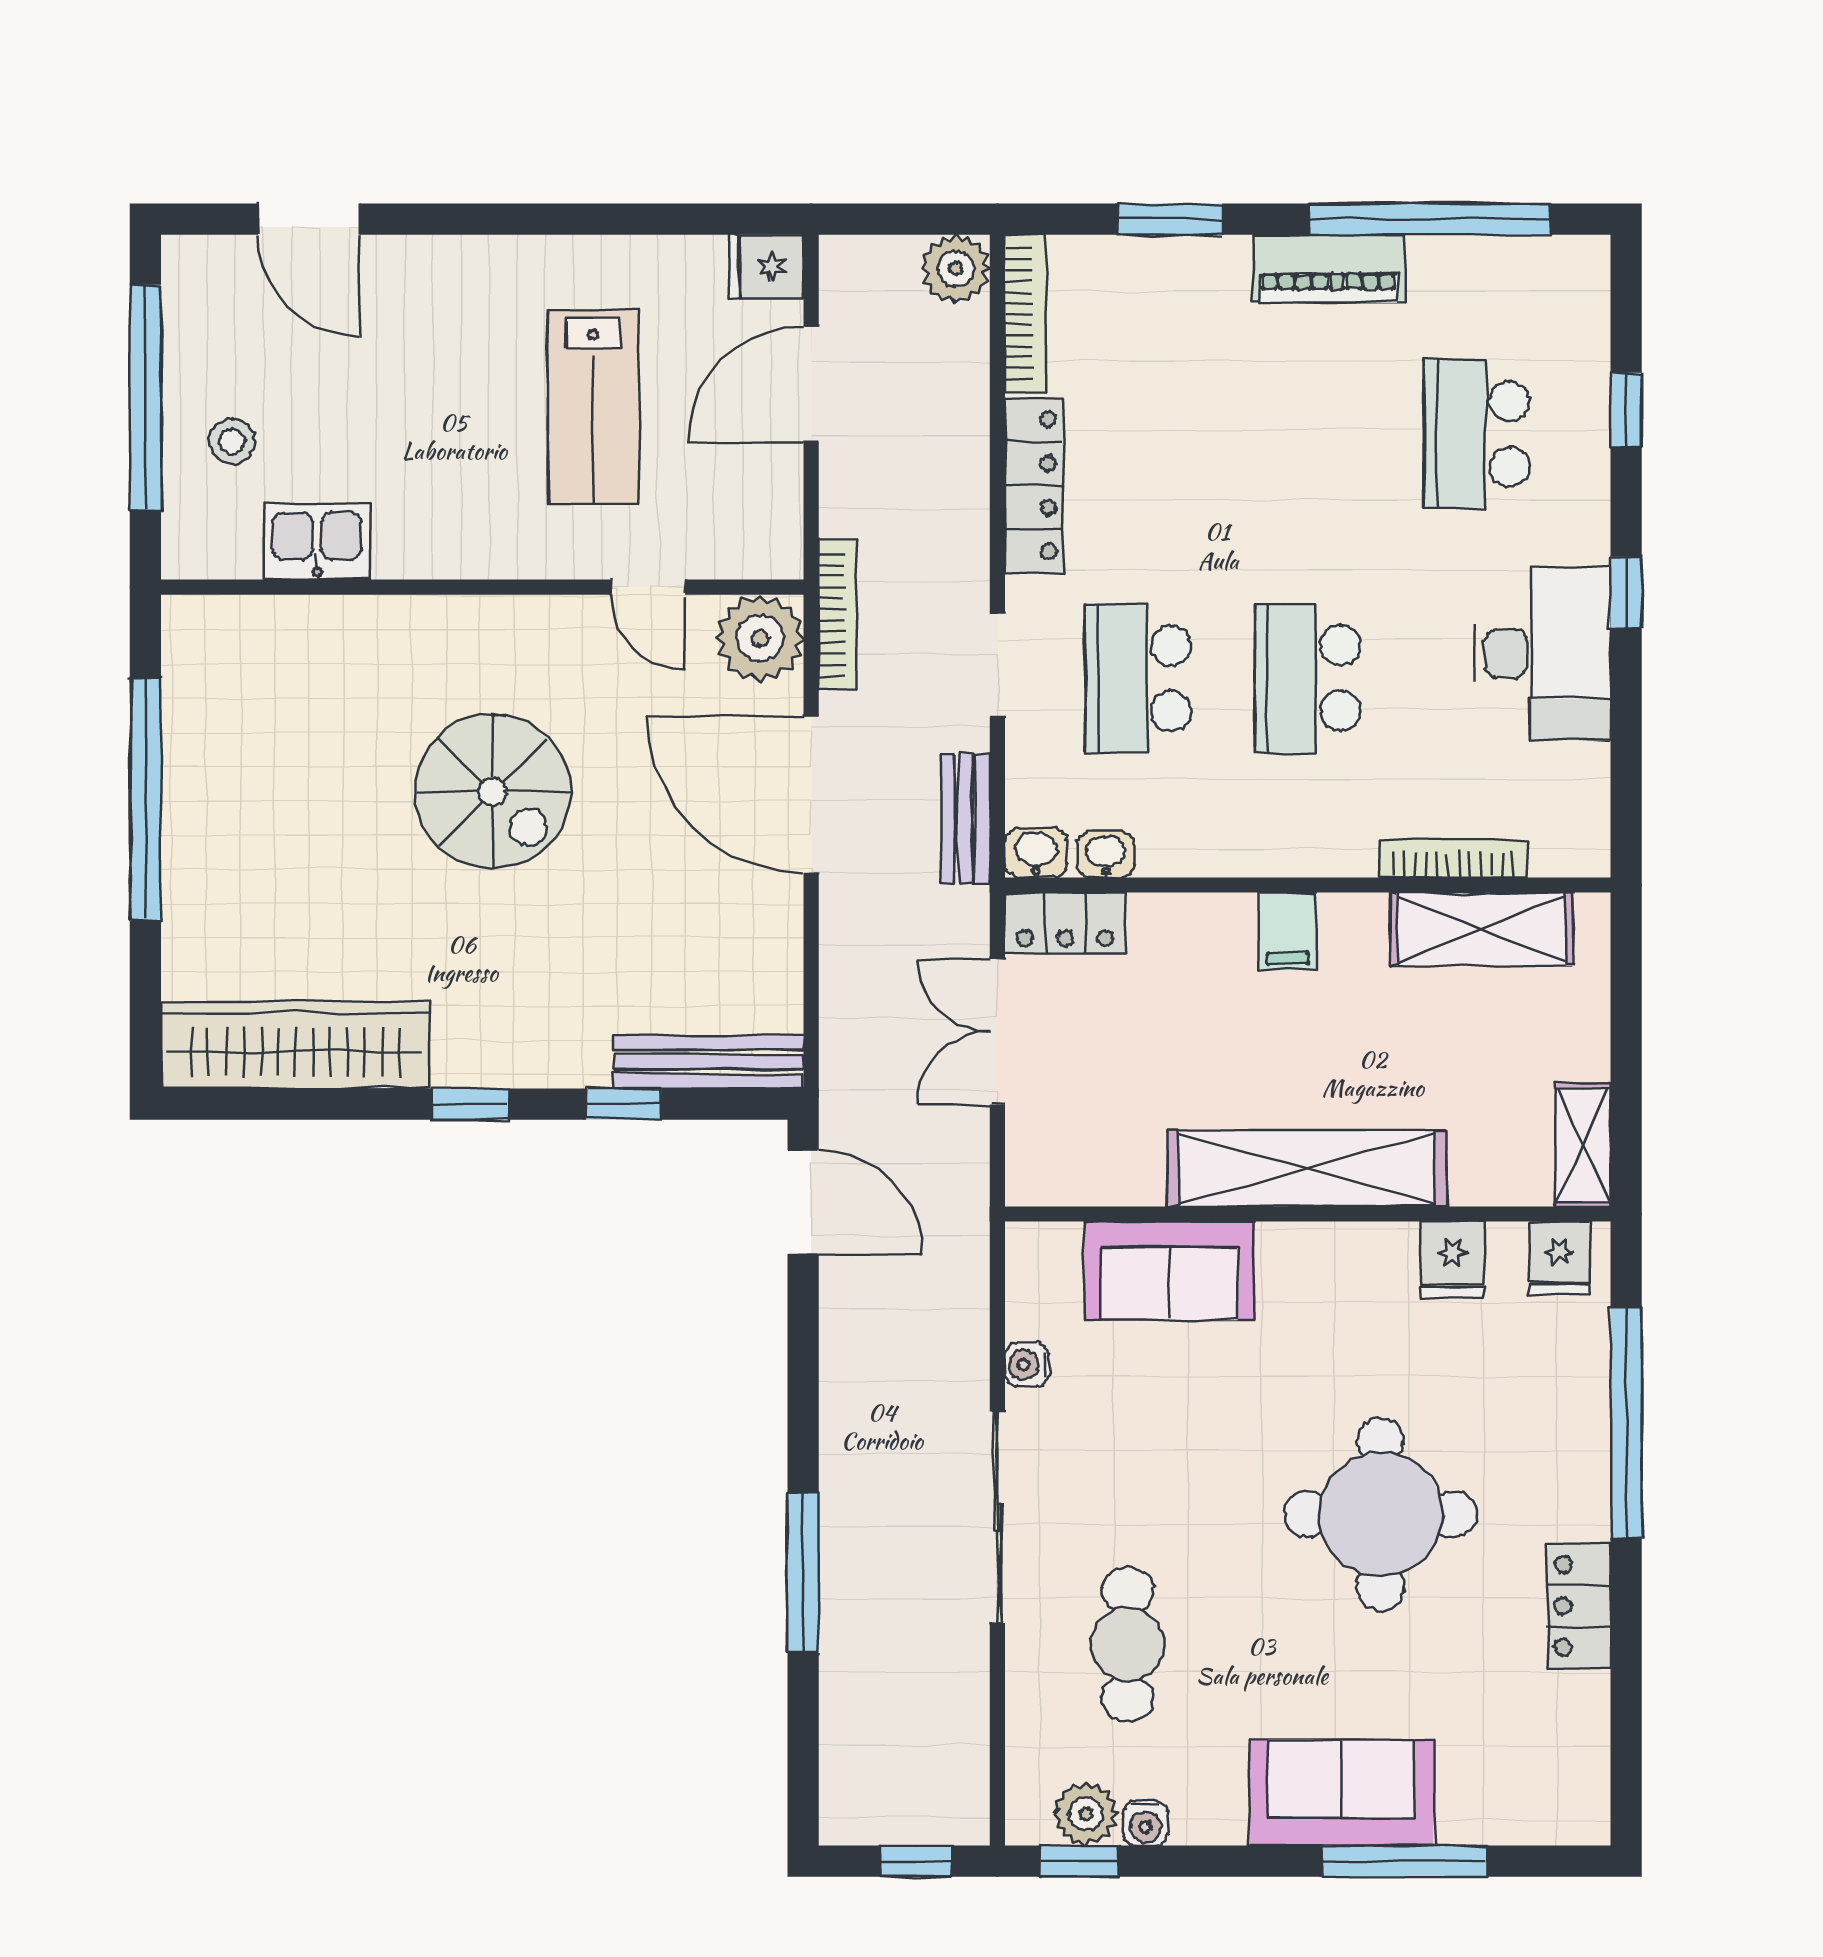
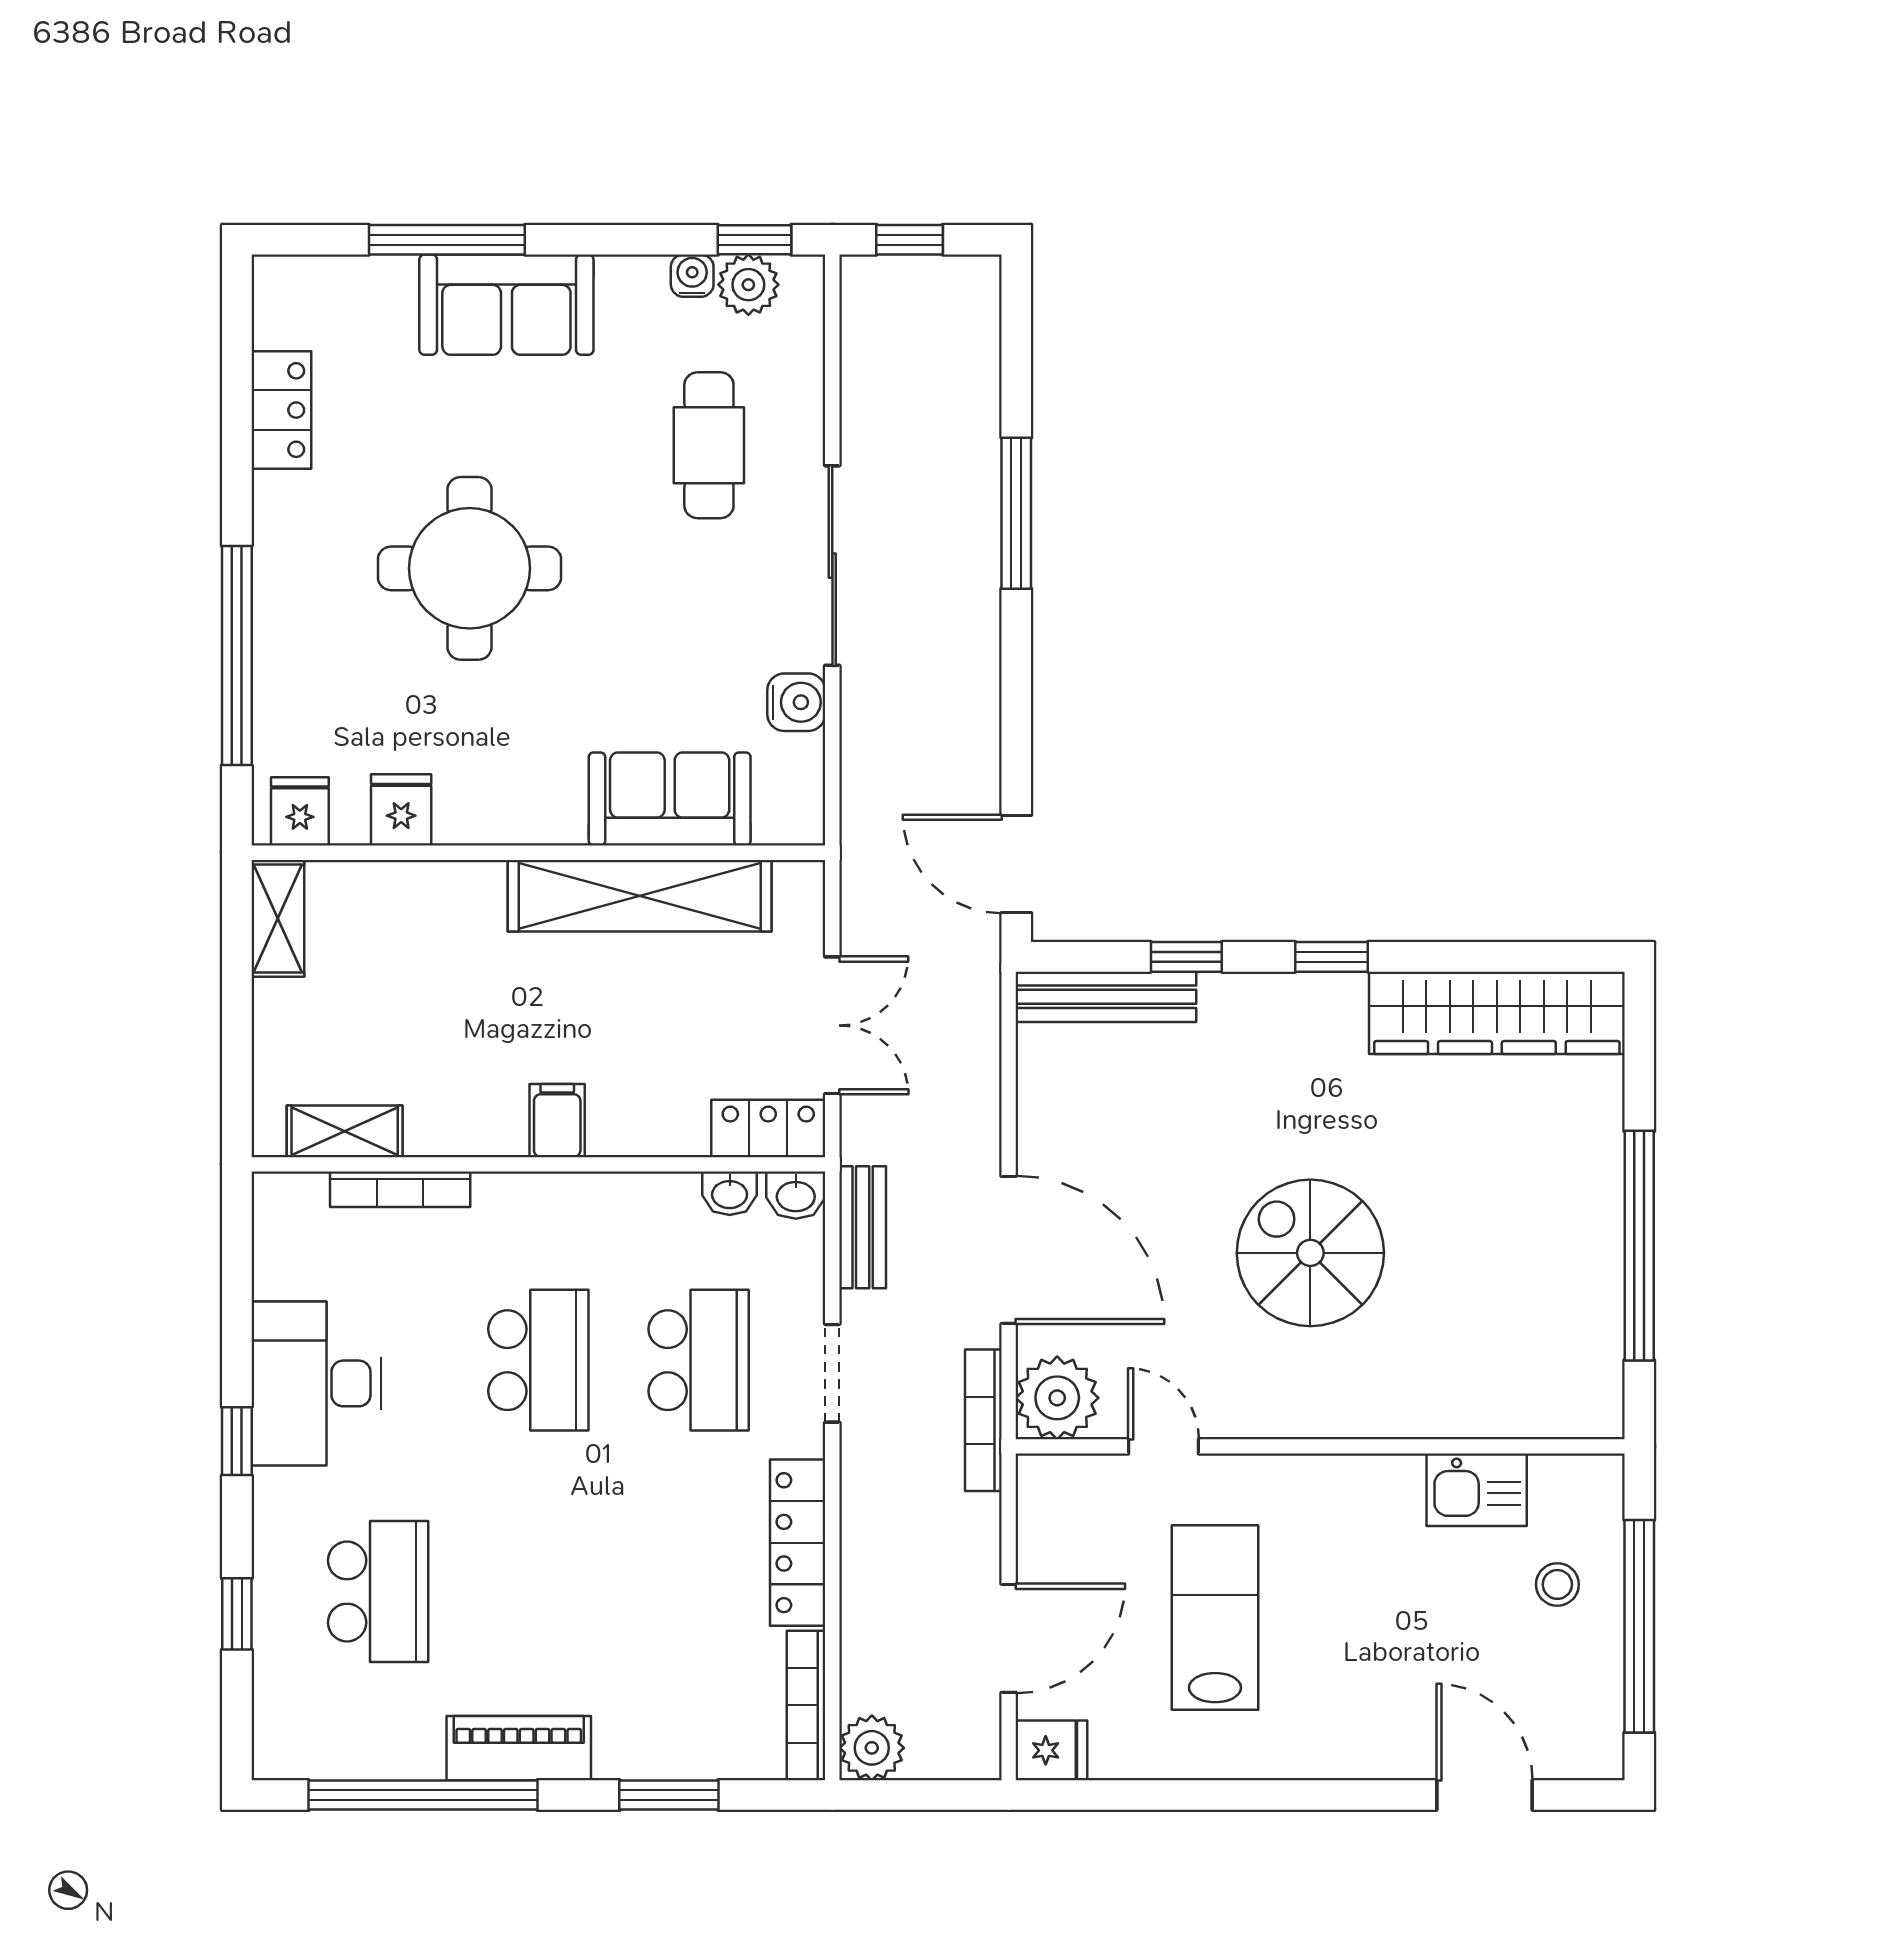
shelving: (1482, 929) -> (345, 1131), width x0.67, depth x0.75
shelving: (1307, 1169) -> (640, 896), moved
water cooler: (1027, 1364) -> (796, 702), width x1.38, depth x1.38
locker: (1579, 1606) -> (281, 410), moved

